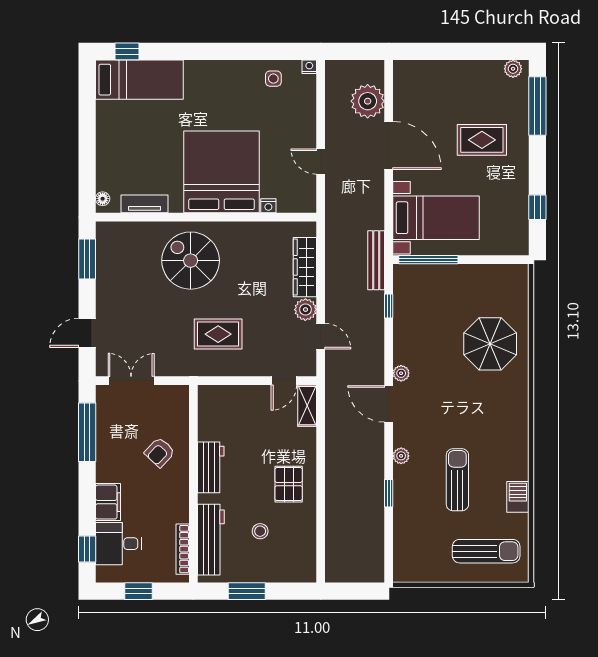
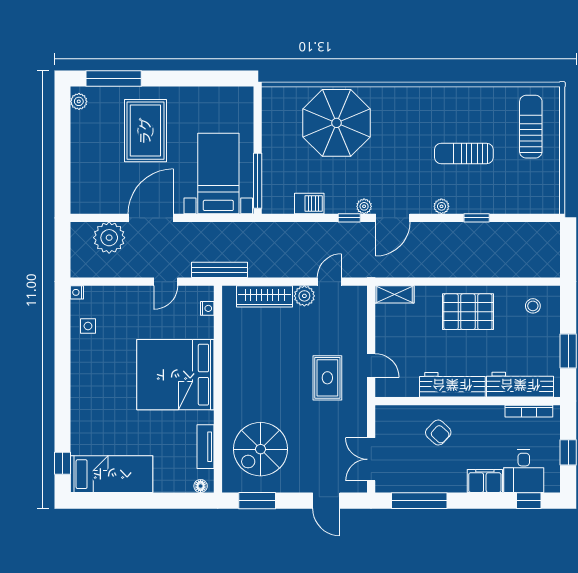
bed: (139, 80) -> (112, 474), moved, turned 90
rug: (482, 140) -> (145, 131), width x1.36, depth x1.43
nightstand: (268, 206) -> (207, 308), moved
window: (537, 207) -> (209, 79), removed
bench: (376, 260) -> (220, 270), moved
spiral stairs: (191, 261) -> (261, 449), moved
window: (389, 306) -> (349, 218), moved
parasol: (490, 344) -> (337, 123), width x1.36, depth x1.36
door: (284, 381) -> (371, 365), moved
workbench: (211, 467) -> (452, 385), width x1.37
pallet: (289, 484) -> (468, 312), width x1.50, depth x1.42
barbecue: (518, 497) -> (309, 204), moved, turned 180
stool: (260, 531) -> (533, 306), moved

